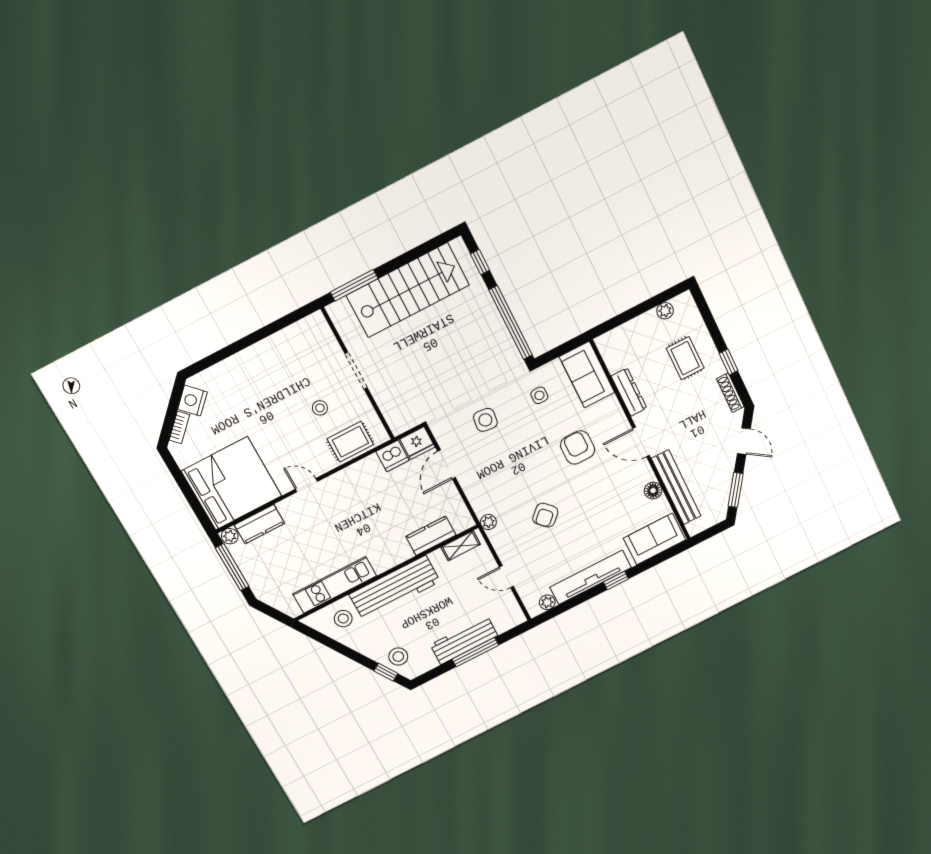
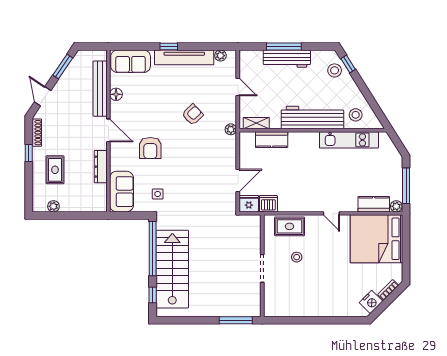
stairs: (408, 290) -> (172, 269), moved, turned 90
side table: (485, 420) -> (199, 196), removed

